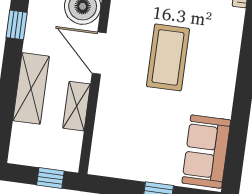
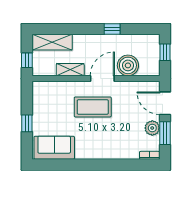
coffee table: (168, 57) -> (93, 107), moved
shelving: (31, 88) -> (52, 42), moved

